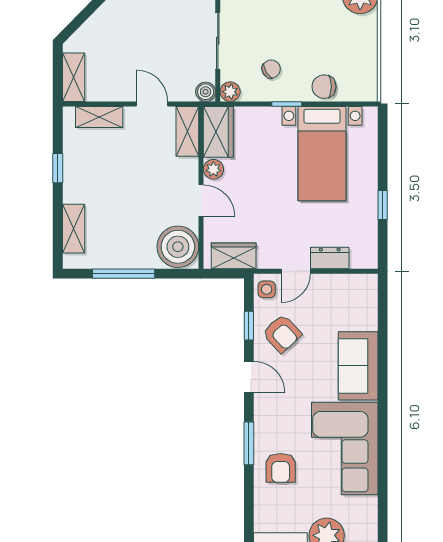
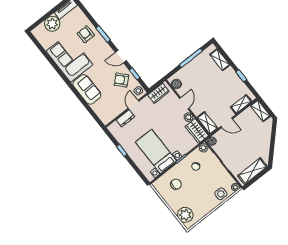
chair: (324, 87) -> (176, 184), moved
door: (201, 201) -> (184, 103), swing flipped
boiler: (178, 247) -> (176, 84), width x0.54, depth x0.54

